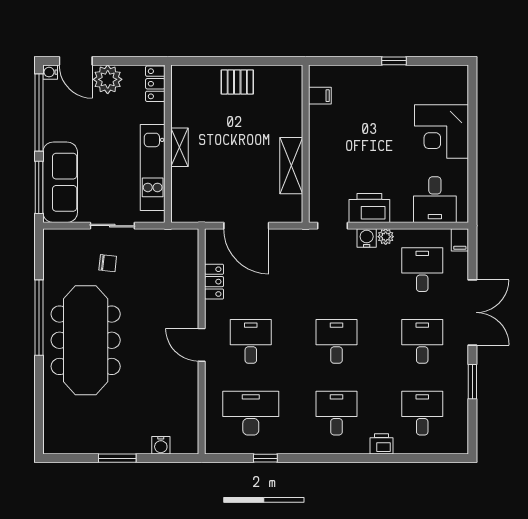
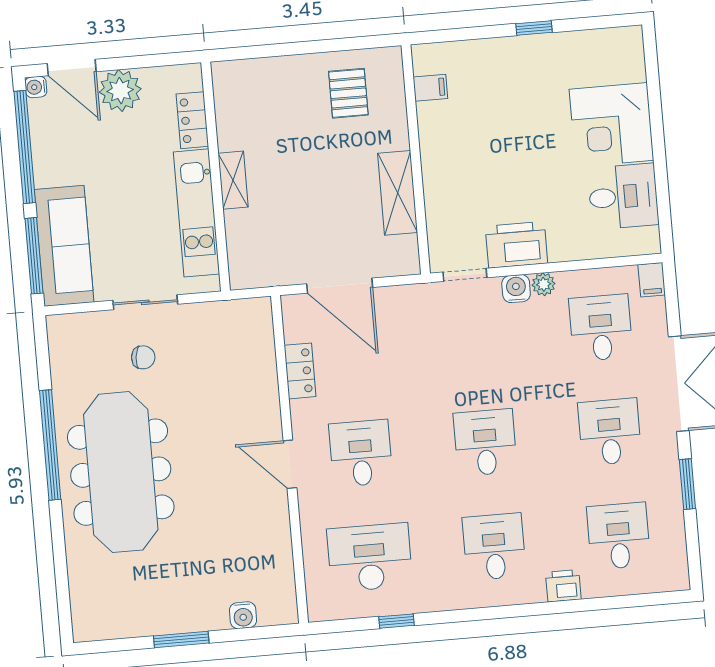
pallet: (237, 82) -> (348, 93), moved, turned 90
locker: (155, 84) -> (192, 120), moved
desk: (435, 200) -> (623, 196), moved, turned -90

